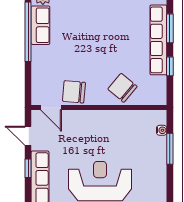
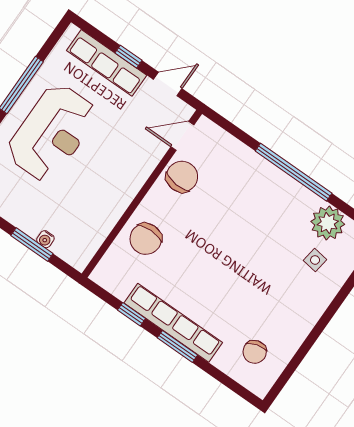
row of seats: (40, 25) -> (291, 193), removed
chair: (122, 88) -> (146, 239), turned 140
water cooler: (162, 130) -> (45, 239), moved

